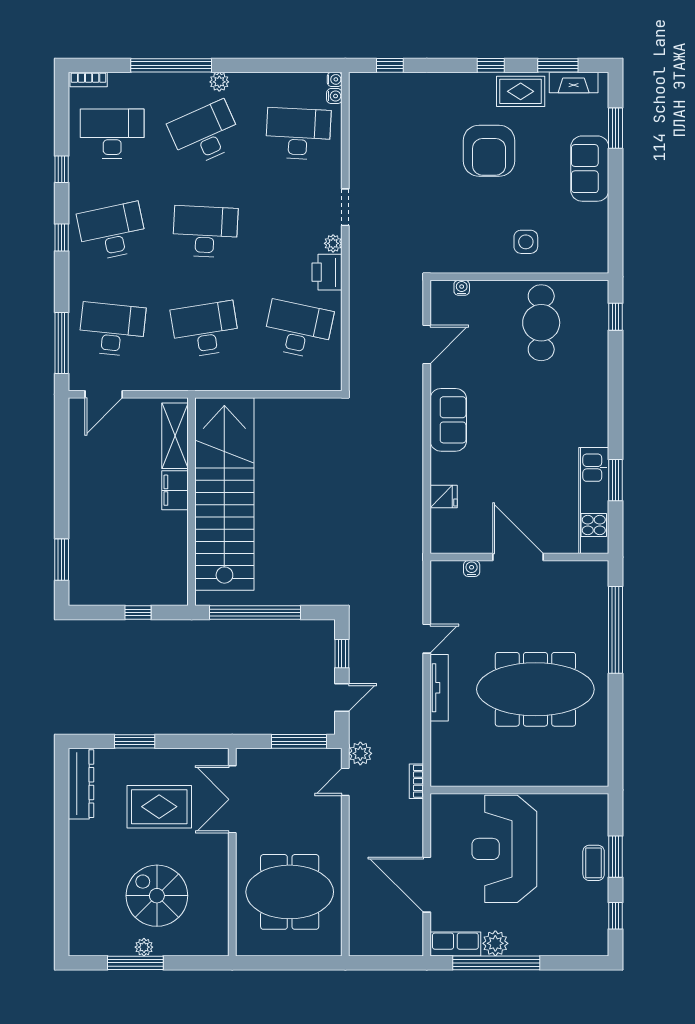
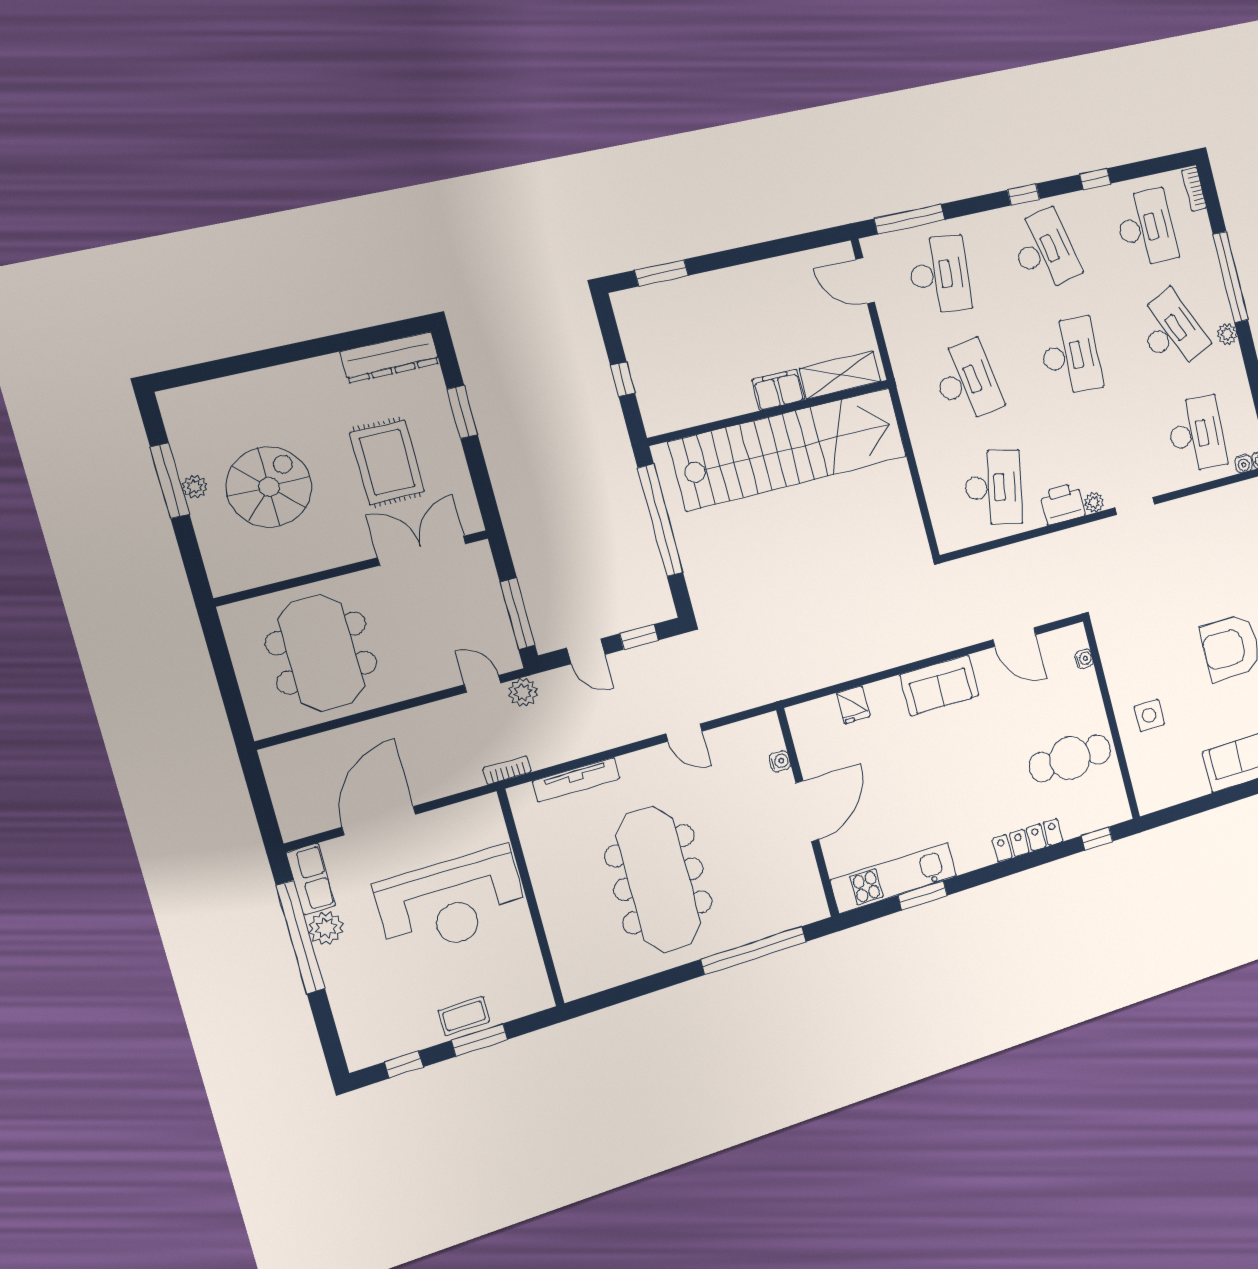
locker: (598, 378) -> (1028, 840), added
tv unit: (439, 688) -> (576, 780), moved
reception desk: (504, 849) -> (451, 902), turned 180

